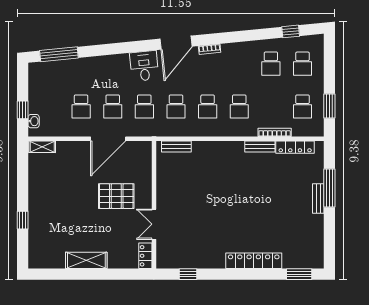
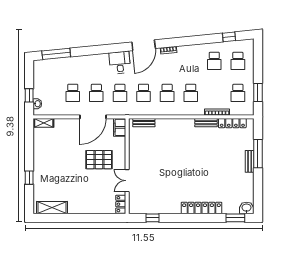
filing cabinet: (144, 153) -> (120, 127), added
shelving: (86, 260) -> (52, 208), moved
washbasin: (314, 261) -> (247, 208), added

